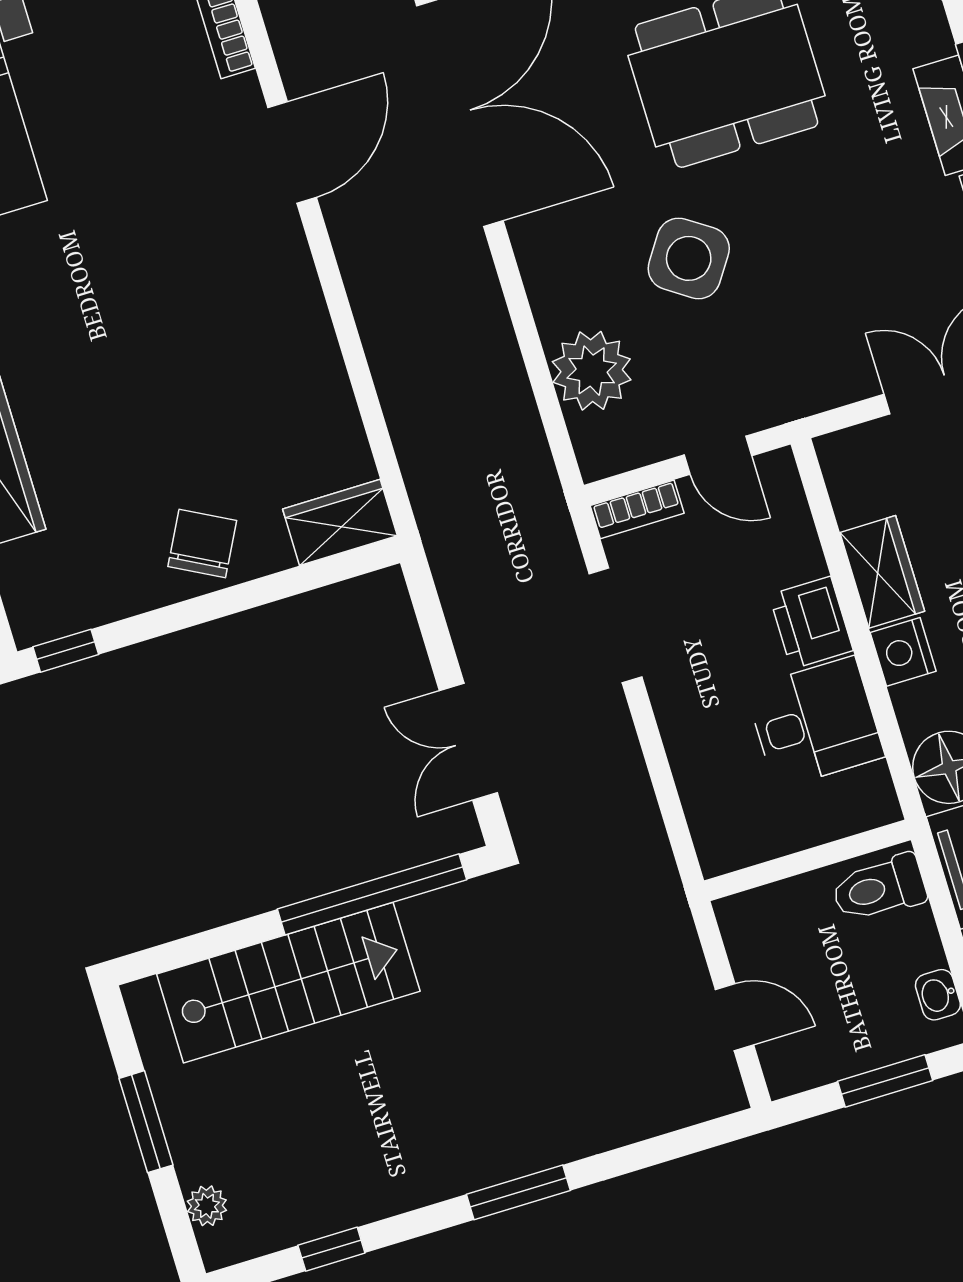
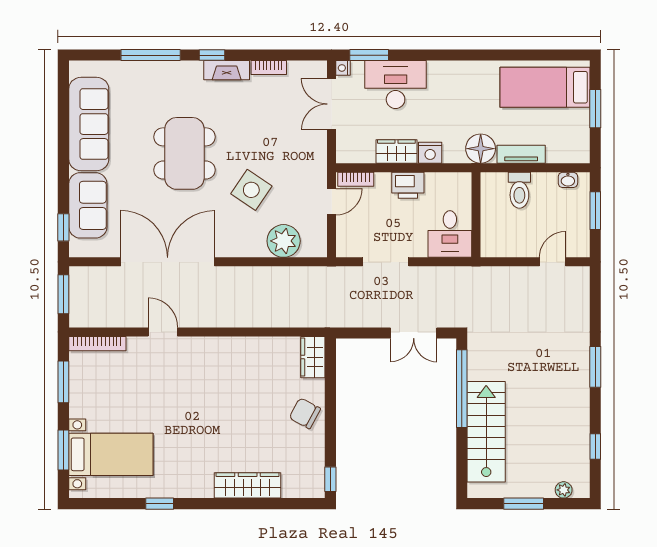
door: (292, 152) -> (163, 332), width x0.73
bookcase: (637, 509) -> (356, 179), moved, turned 90
desk: (815, 723) -> (450, 234), moved, turned 180
wall: (808, 860) -> (476, 215), moved

